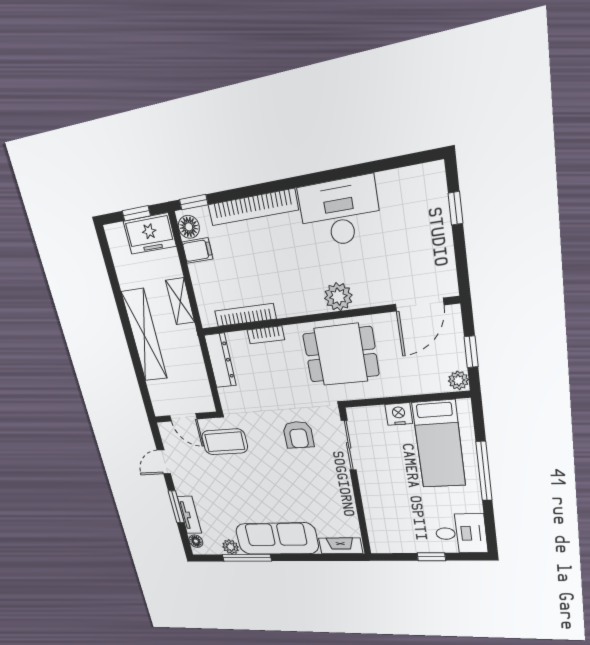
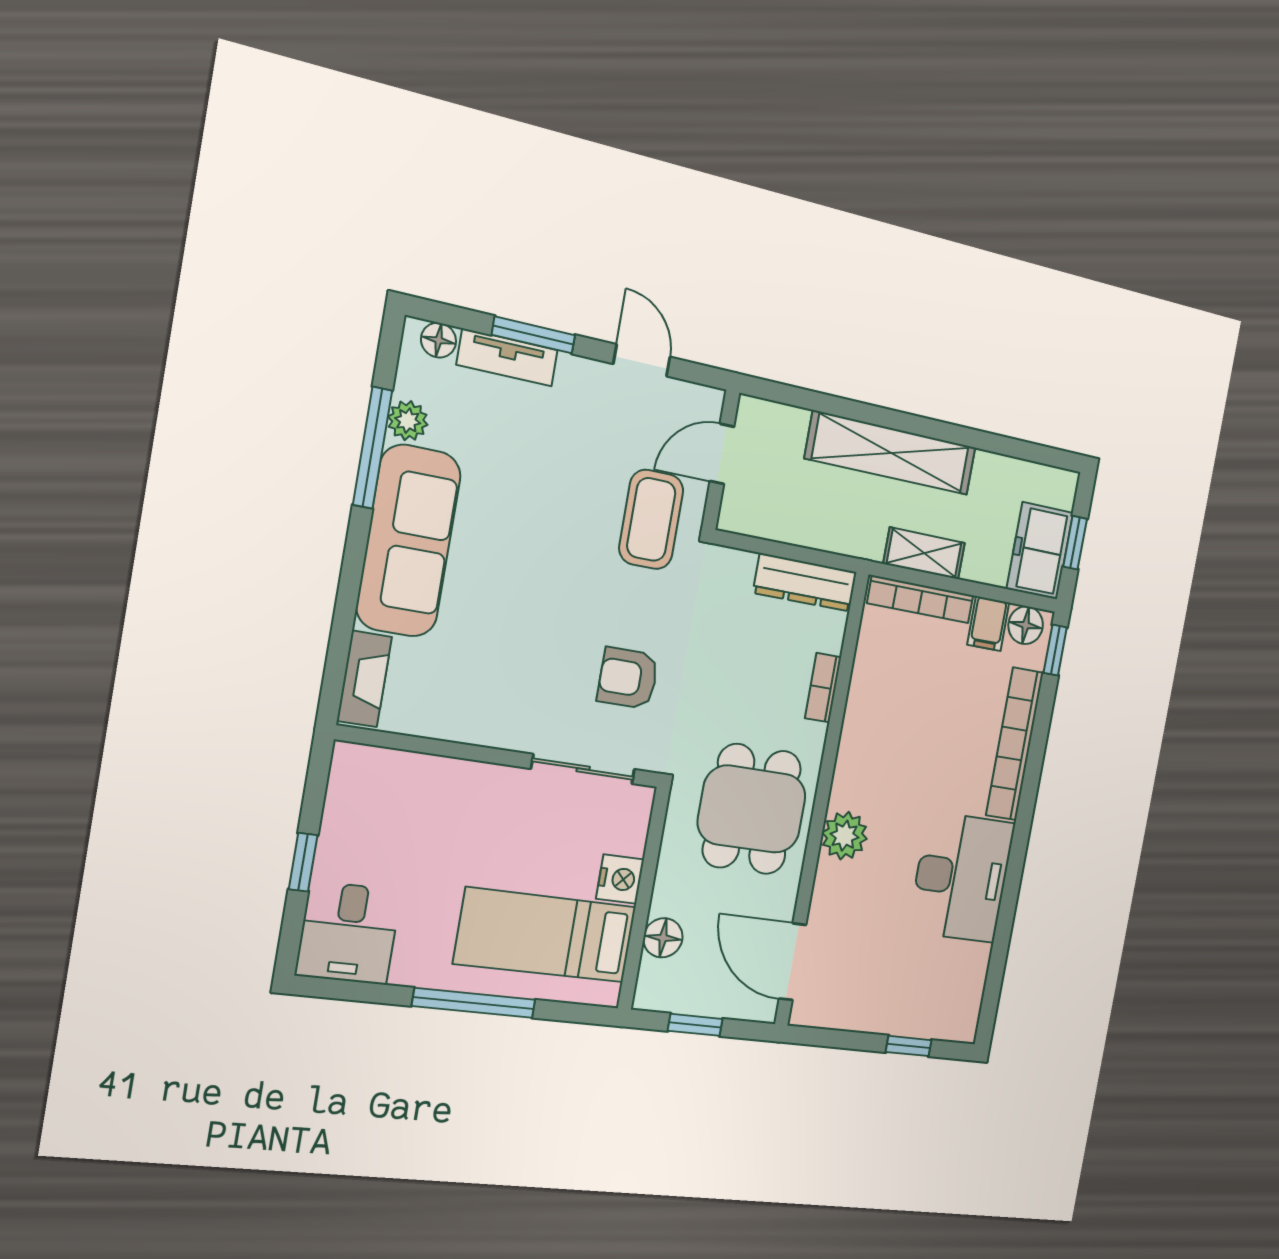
bookcase: (245, 315) -> (920, 599), moved, turned 90
plant: (458, 380) -> (653, 995), removed
floor lamp: (425, 384) -> (663, 938), added

